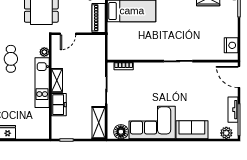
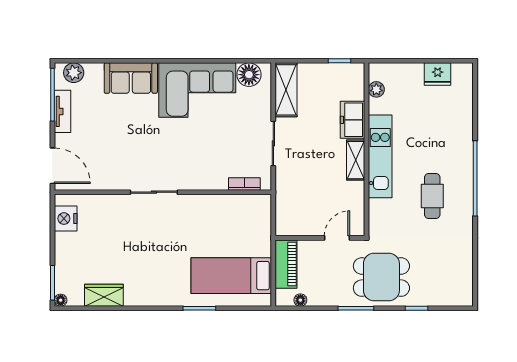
plant: (44, 52) -> (376, 89), moved

